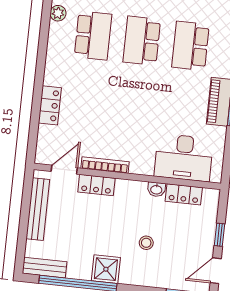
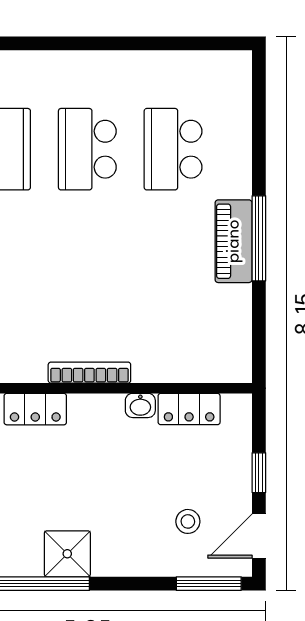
desk: (184, 158) -> (182, 345), removed
bookcase: (105, 165) -> (89, 373), moved
stool: (146, 243) -> (188, 521), moved

